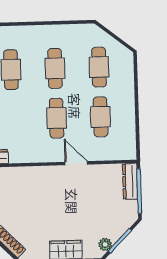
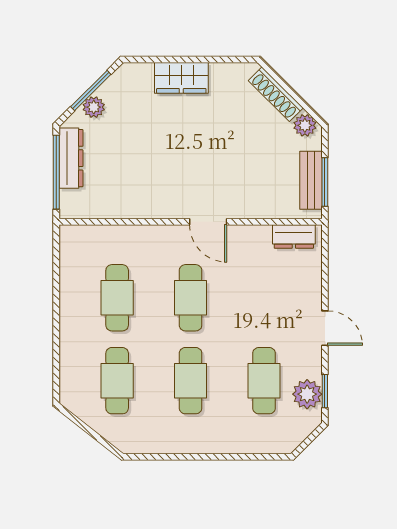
door: (76, 163) -> (208, 222), moved
dresser: (130, 181) -> (71, 158), moved
plant: (105, 244) -> (94, 107), moved

